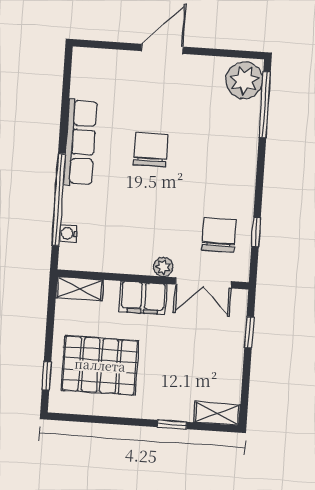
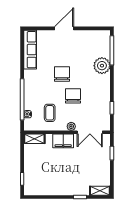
plant: (244, 80) -> (102, 66), moved
row of seats: (80, 142) -> (30, 50), moved
coffee table: (118, 234) -> (50, 113), added
chair: (219, 235) -> (73, 96), moved
pallet: (100, 365) -> (46, 173), removed

